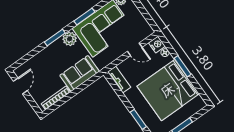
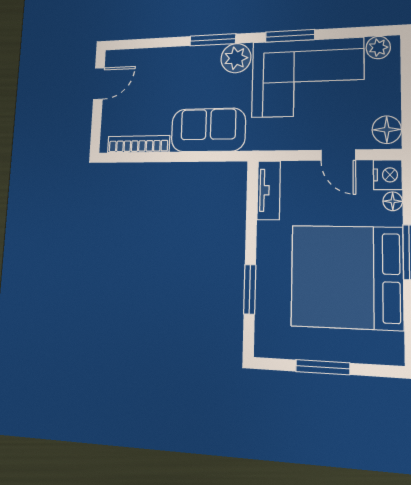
floor lamp: (145, 28) -> (387, 130), added

